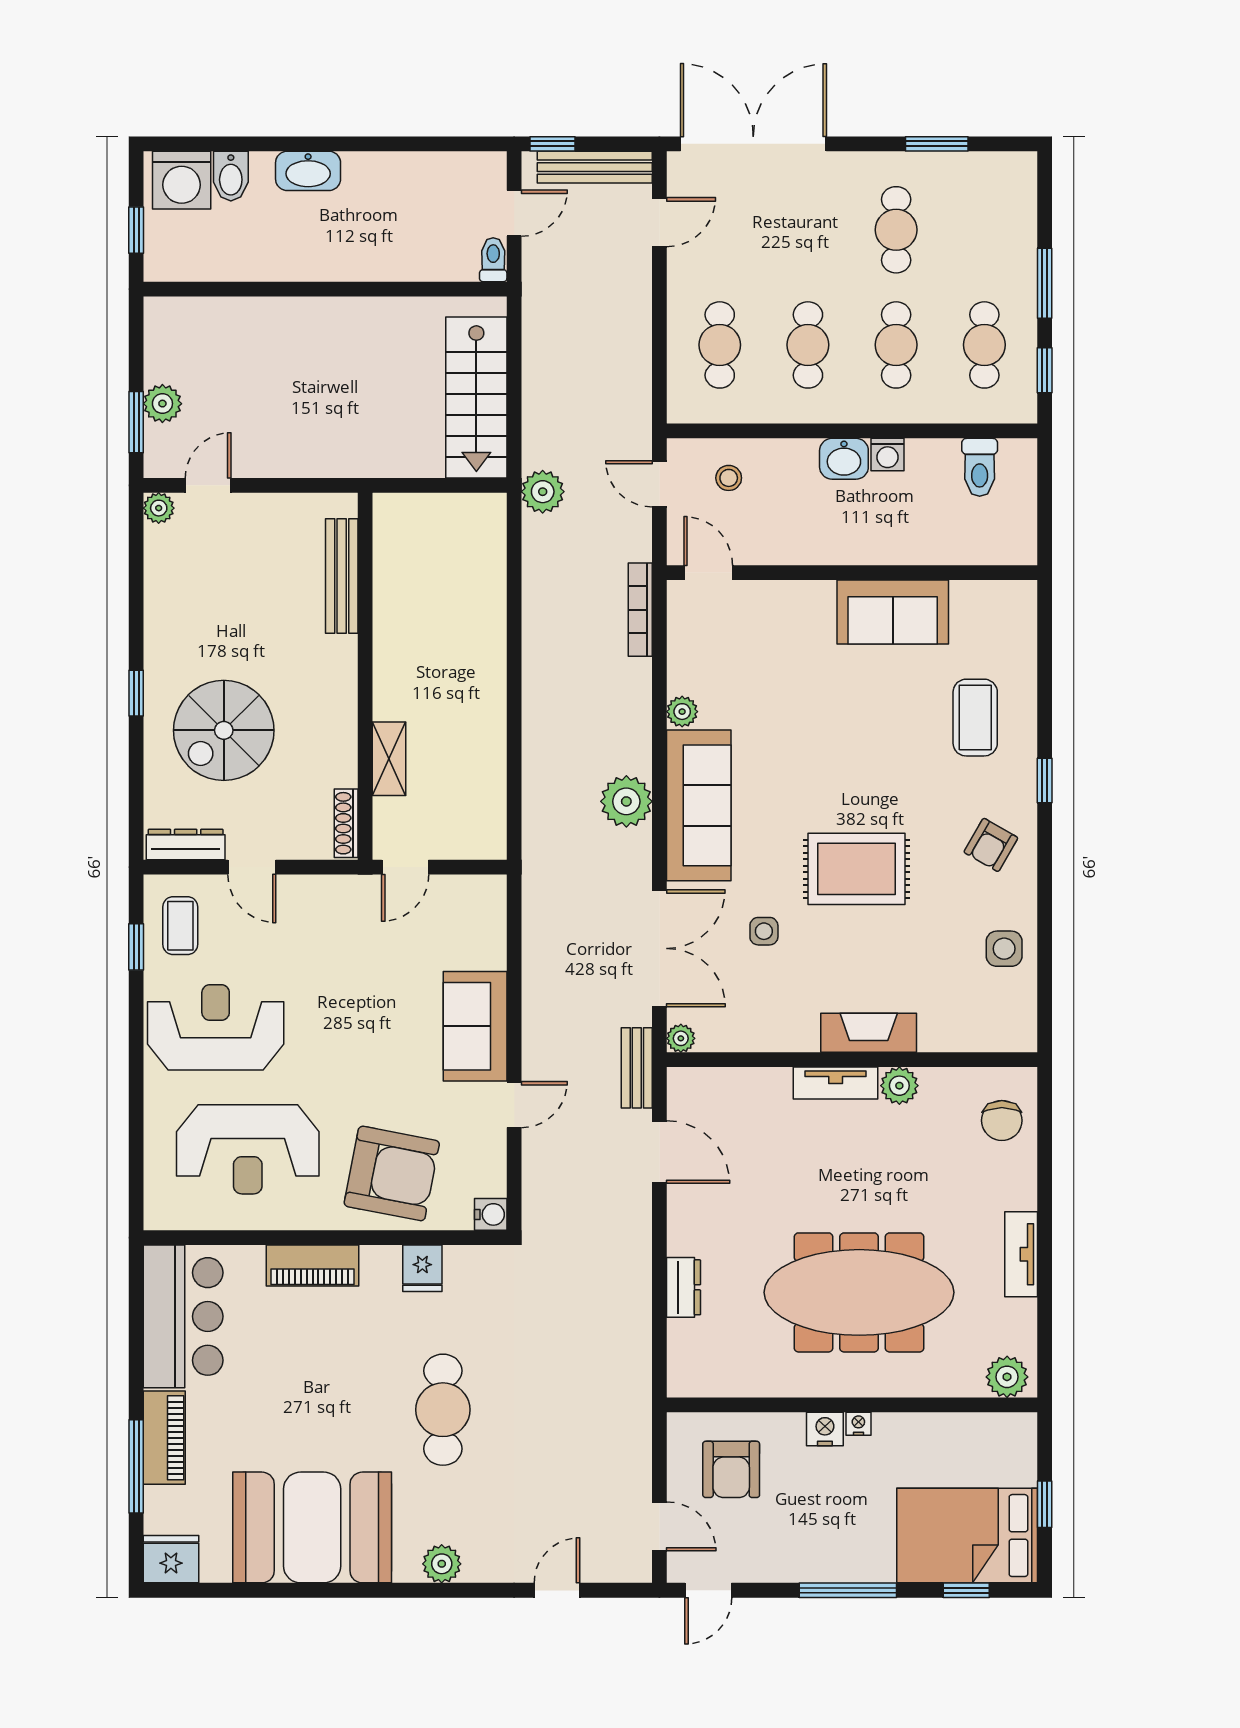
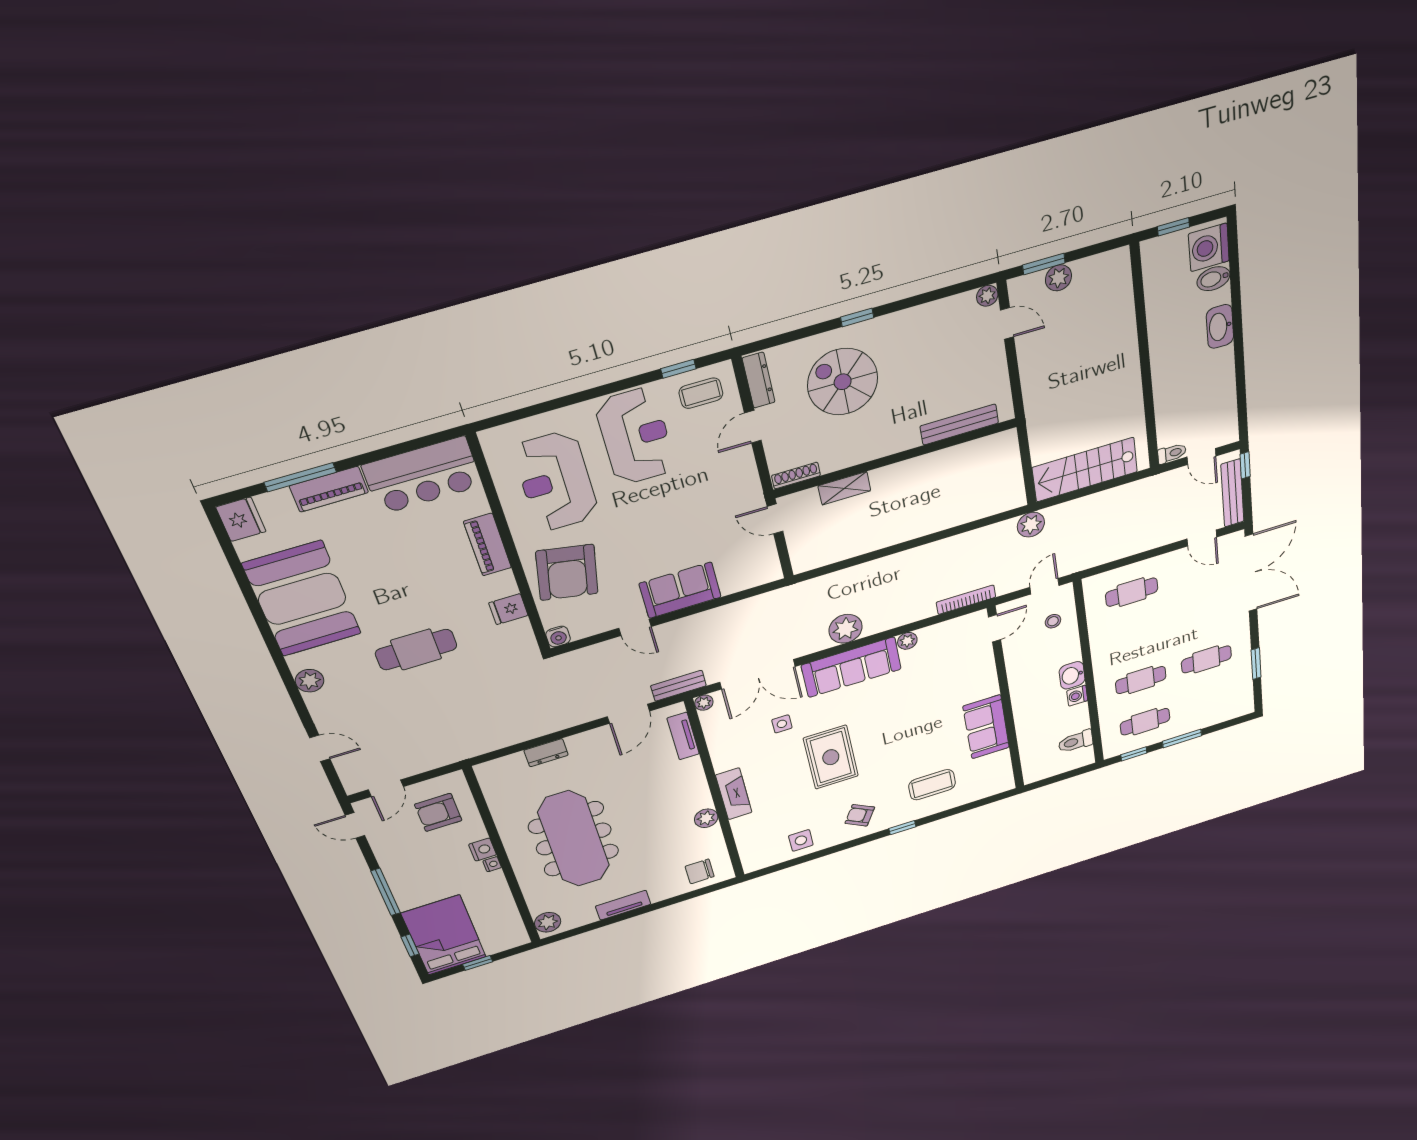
cafe table: (808, 345) -> (1136, 637), removed
tv unit: (836, 1083) -> (683, 736), moved

